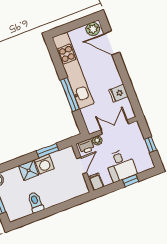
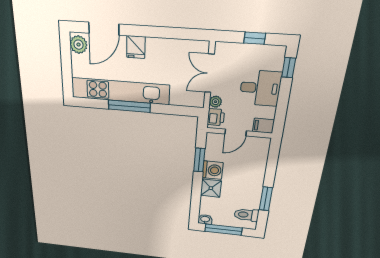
fridge: (118, 93) -> (136, 47), moved
window: (70, 95) -> (129, 106), moved
door: (82, 166) -> (236, 132), swing flipped
window: (131, 181) -> (289, 68), moved
toilet: (35, 202) -> (246, 215), moved
window: (41, 215) -> (266, 199), added

